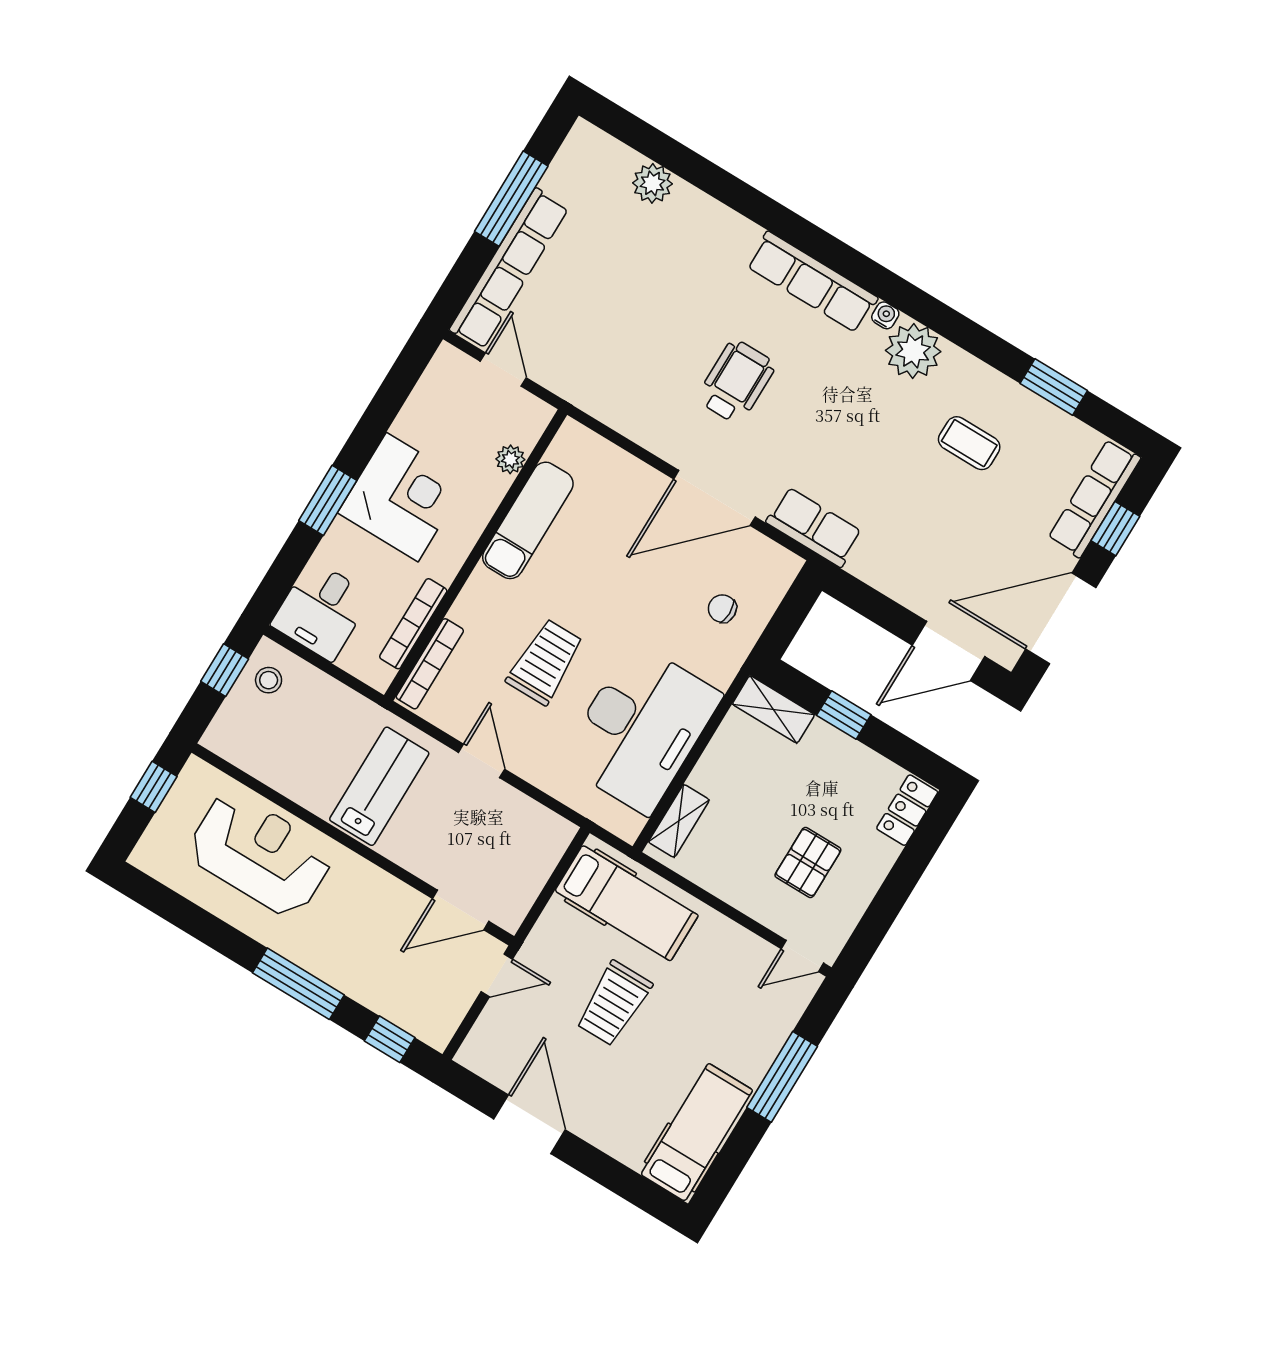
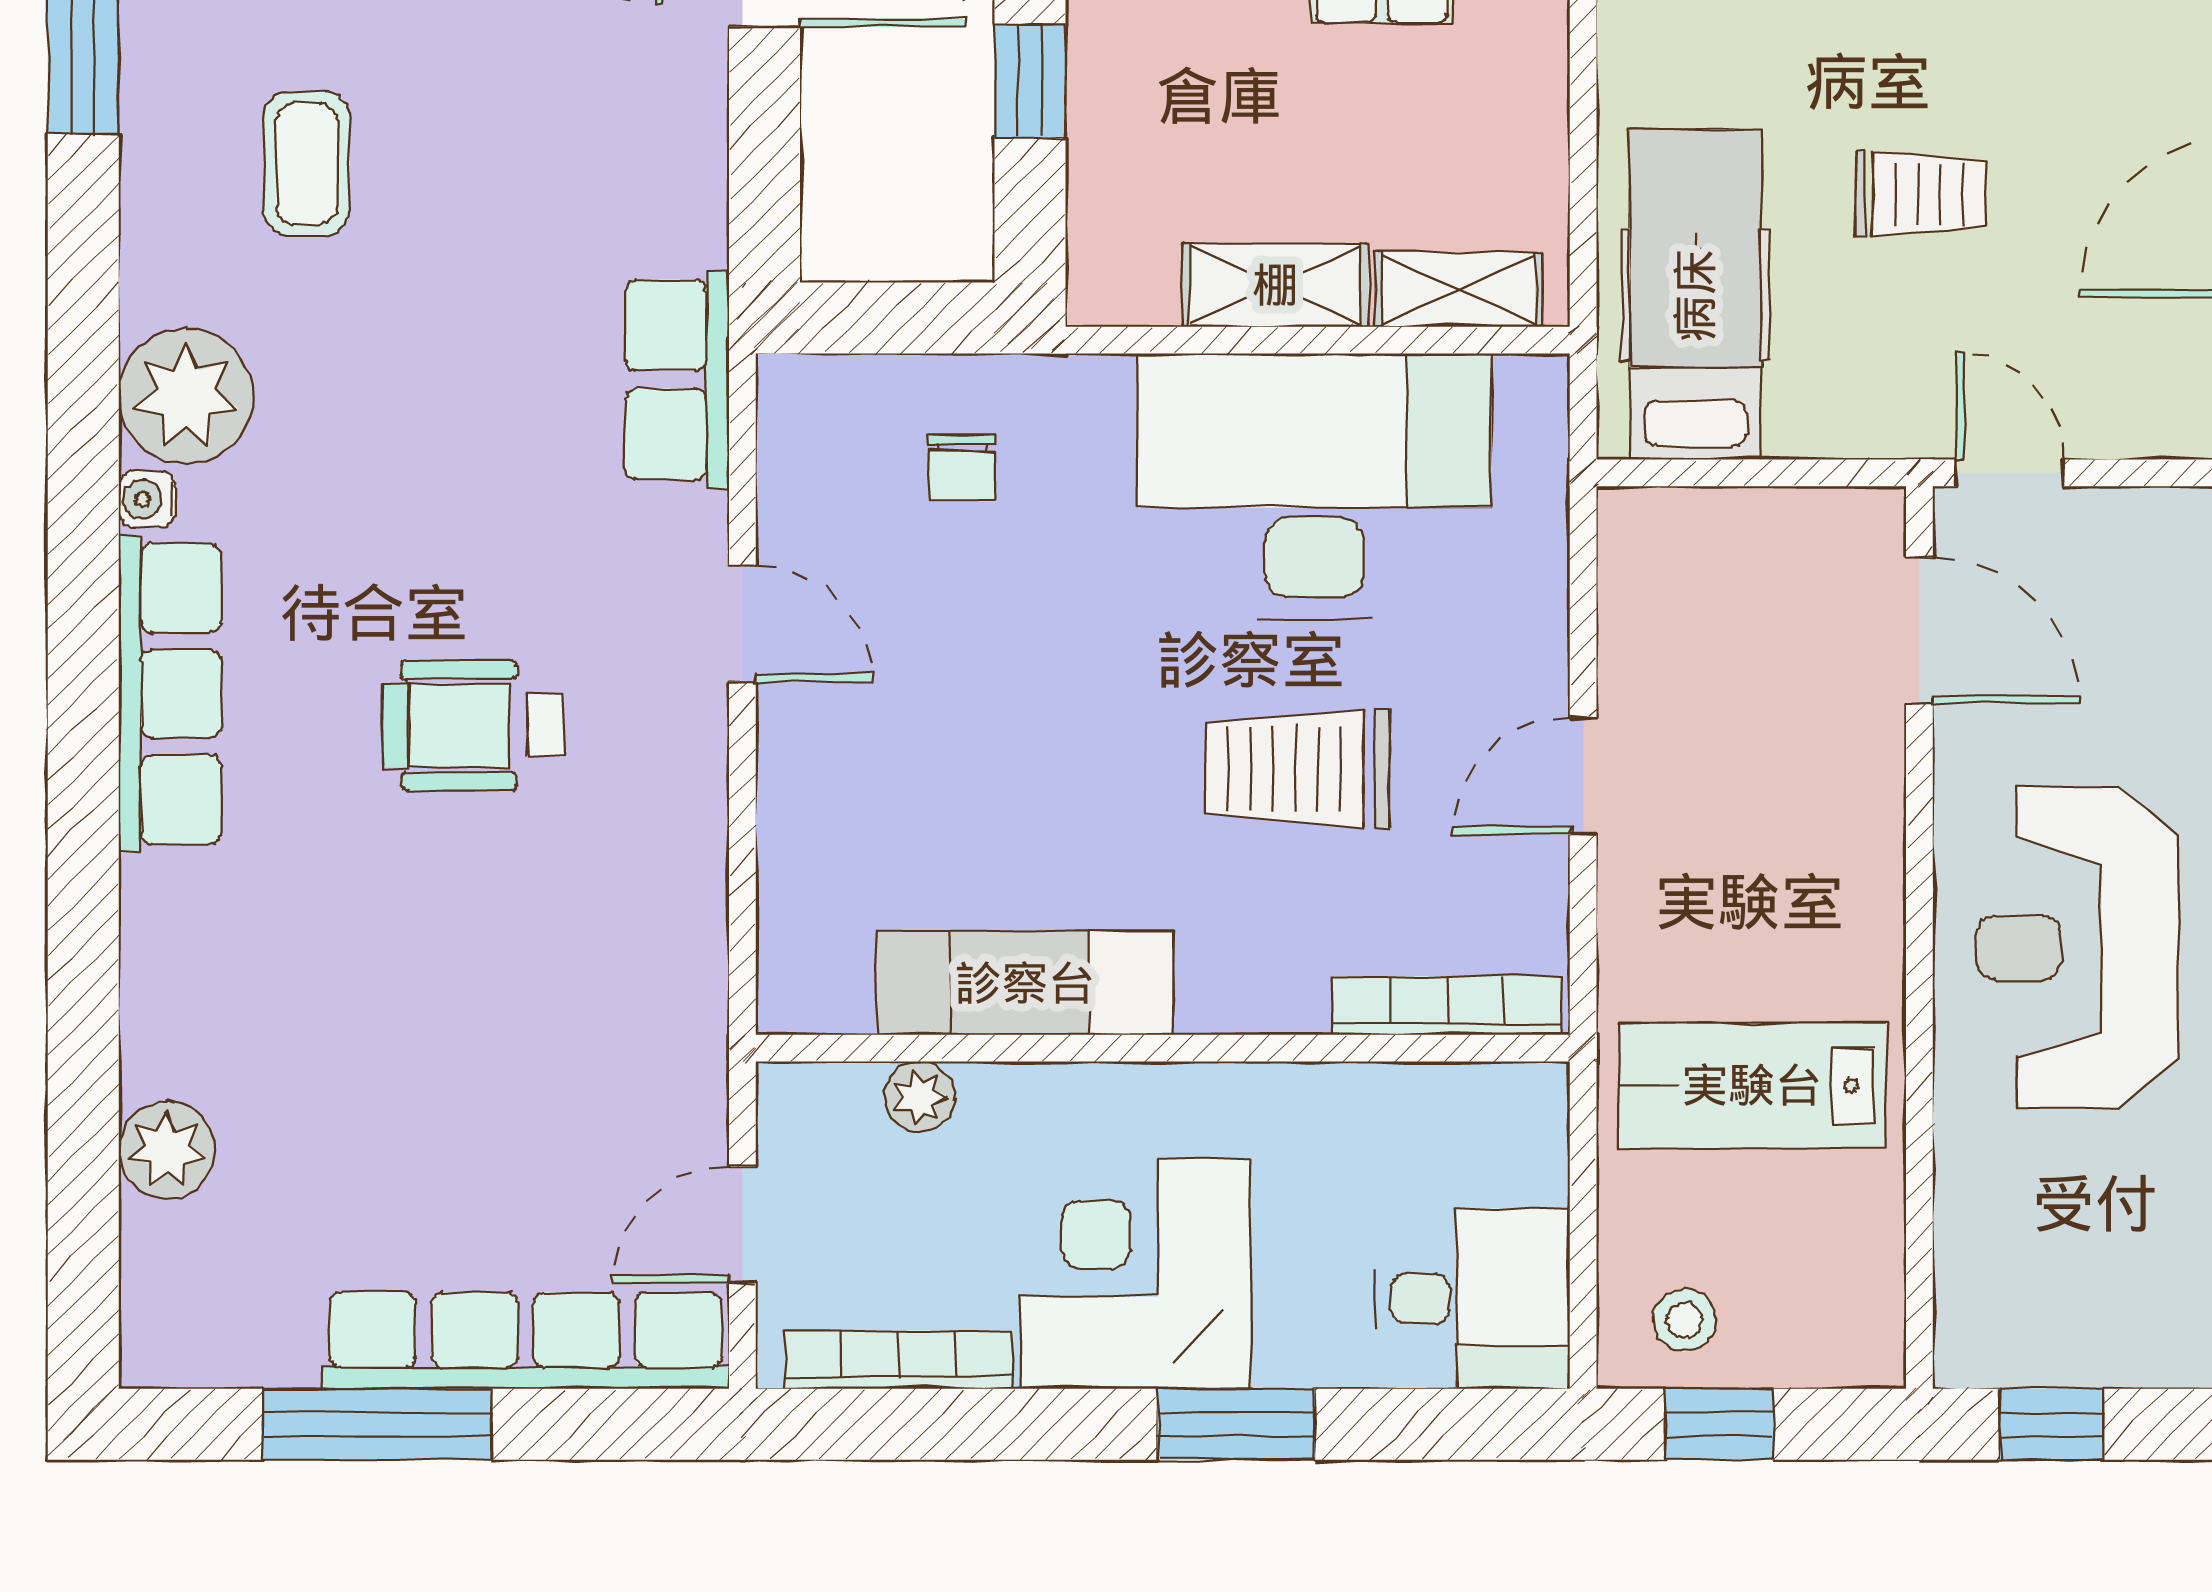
door: (714, 498) -> (742, 624), width x0.53
bookcase: (413, 624) -> (899, 1360), moved, turned 180
shelving: (773, 709) -> (1275, 285), moved, turned 90
lab bench: (379, 786) -> (1752, 1085), moved
reception desk: (260, 854) -> (2077, 948), moved
trolley: (614, 1003) -> (1920, 194), width x0.73, depth x0.72

